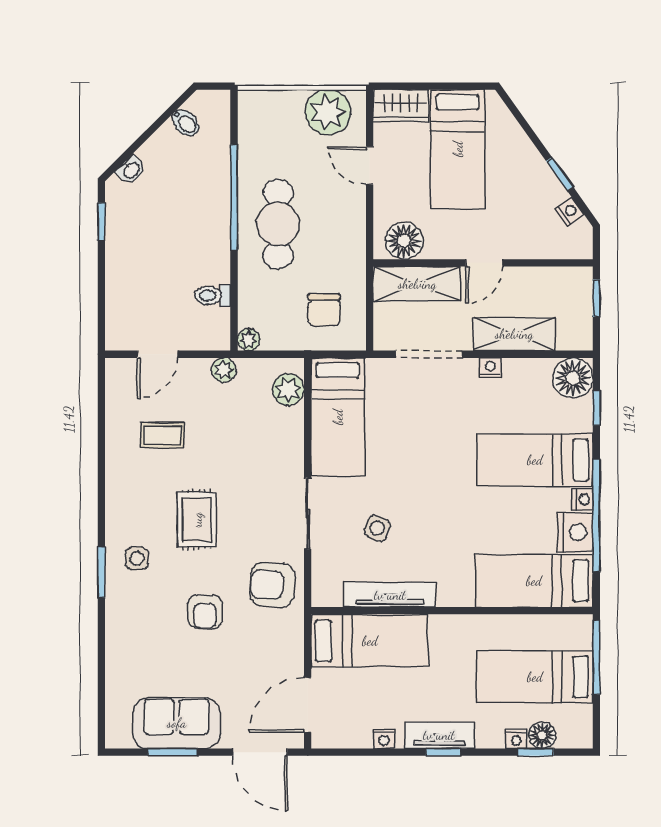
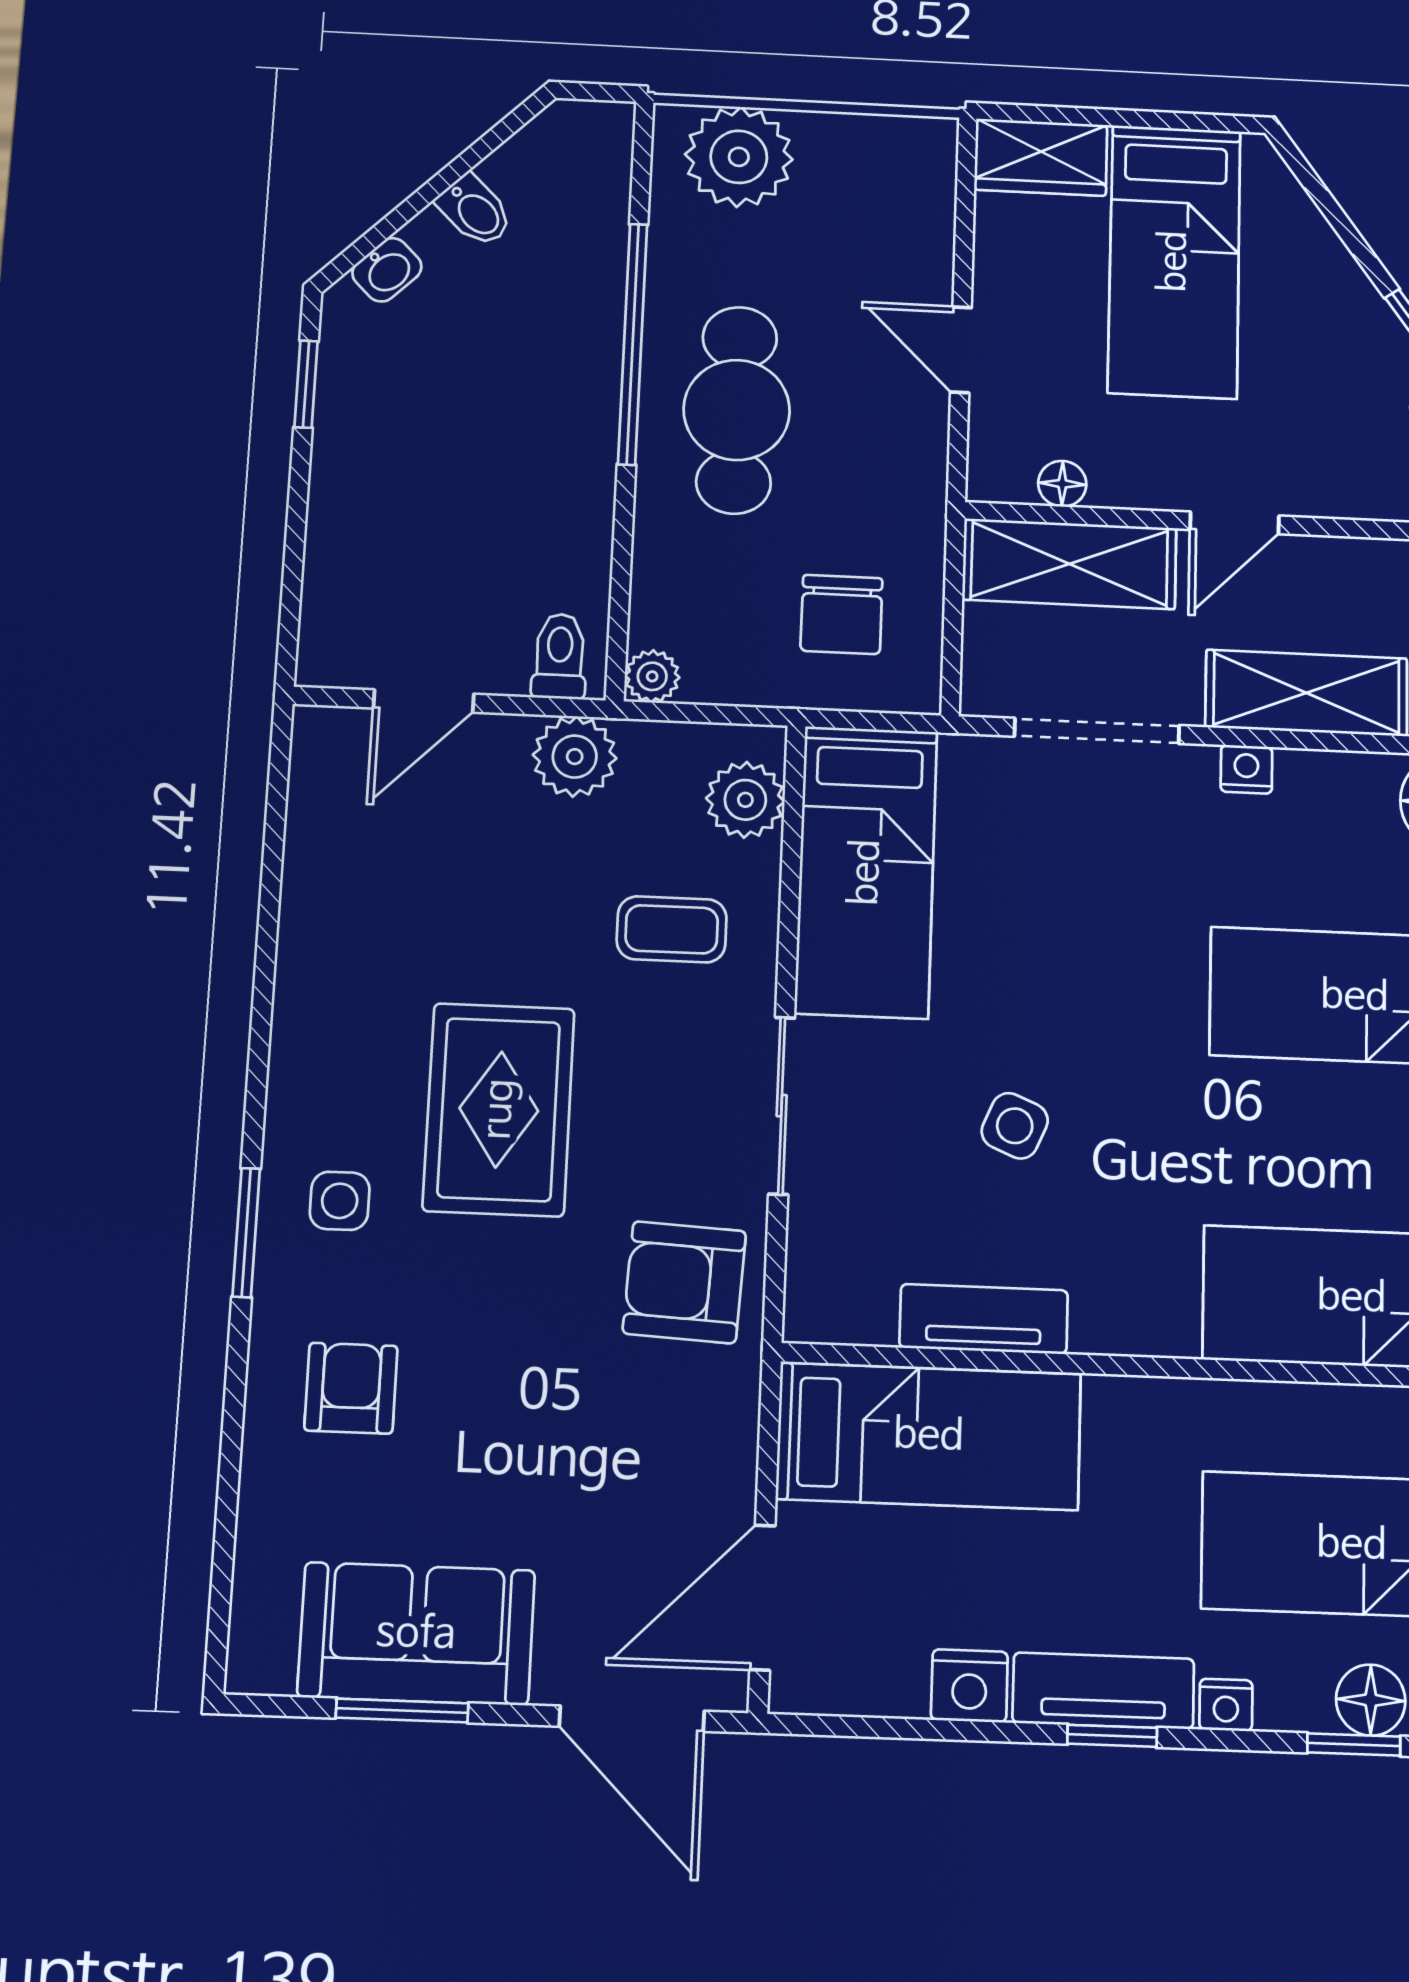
plant: (328, 112) -> (739, 157), moved
bidet: (185, 123) -> (475, 211), moved
door: (370, 166) -> (961, 350), moved
floor lamp: (404, 241) -> (1062, 484), width x0.53, depth x0.53
toilet: (213, 295) -> (560, 656), moved, turned 90
plant: (224, 370) -> (575, 757), width x1.38, depth x1.38
coffee table: (162, 435) -> (672, 929), moved
rug: (197, 520) -> (499, 1109), width x1.36, depth x1.43
side table: (377, 528) -> (1015, 1126), moved
tv unit: (390, 595) -> (984, 1319), width x0.71
armchair: (205, 612) -> (351, 1388), moved, turned 180
nightstand: (384, 739) -> (969, 1686), width x1.39, depth x1.35
nightstand: (516, 739) -> (1226, 1705), moved

